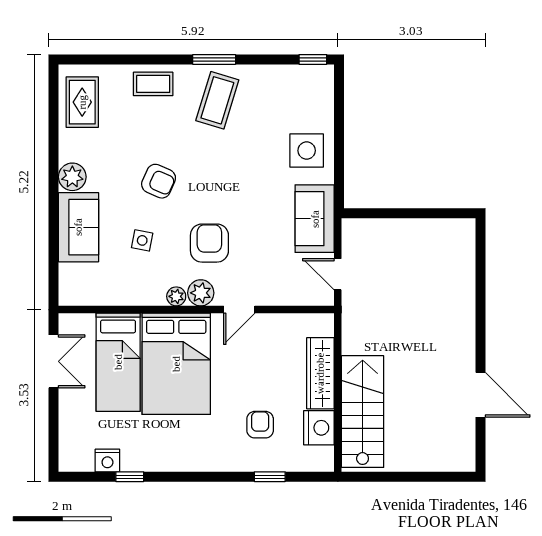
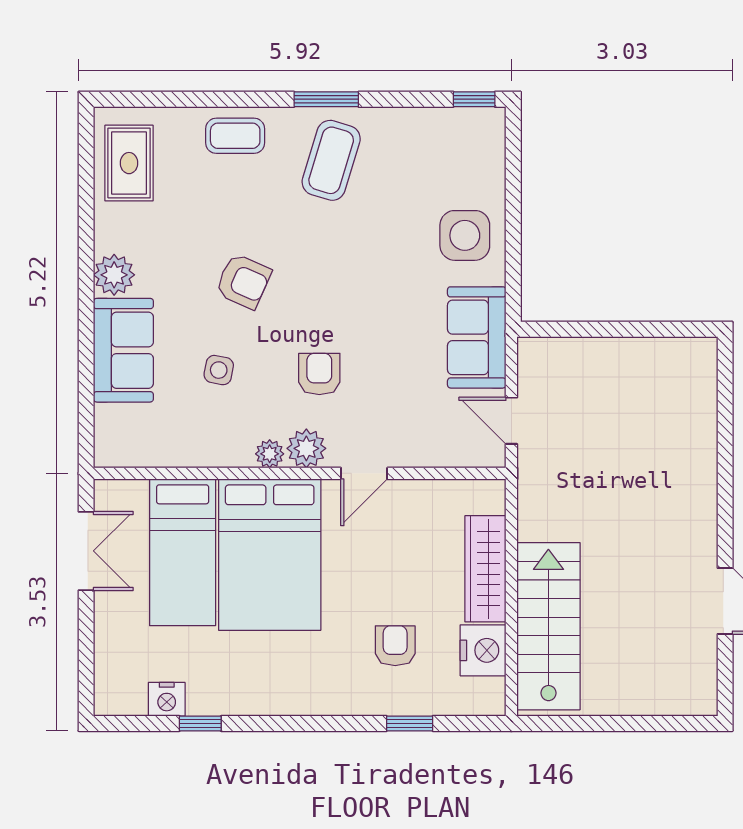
armchair: (209, 243) -> (319, 374), width x0.72, depth x0.72

